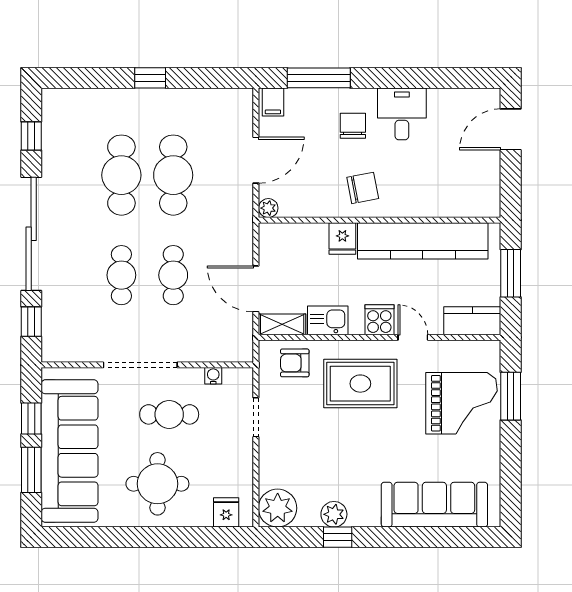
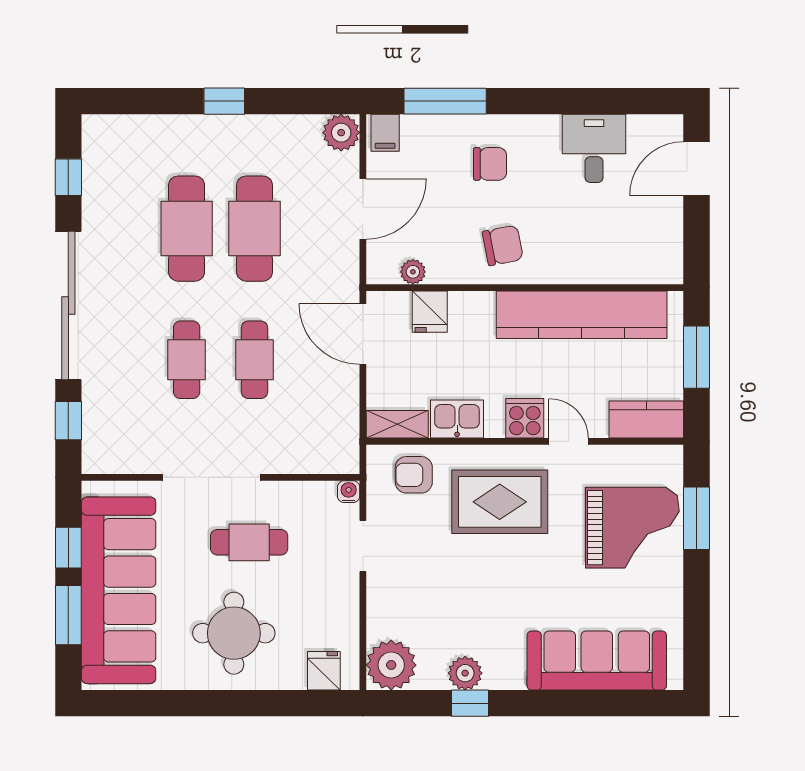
plant: (239, 102) -> (341, 133), added
desk: (402, 114) -> (594, 148), moved
chair: (353, 126) -> (490, 164), turned 90
plant: (268, 208) -> (413, 272), moved
fridge: (342, 238) -> (430, 312), moved
door: (256, 289) -> (363, 334), moved
water cooler: (213, 376) -> (349, 492), moved

